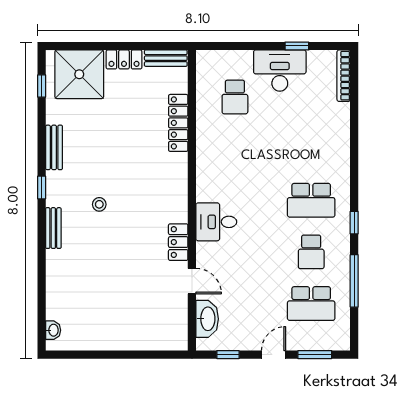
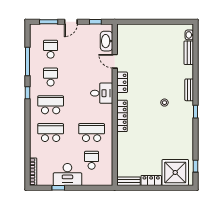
locker: (178, 123) -> (122, 116), moved
bench: (54, 147) -> (189, 53), moved
school desk: (235, 149) -> (92, 133), added
school desk: (311, 149) -> (51, 133), added
school desk: (311, 304) -> (51, 49), width x0.54

